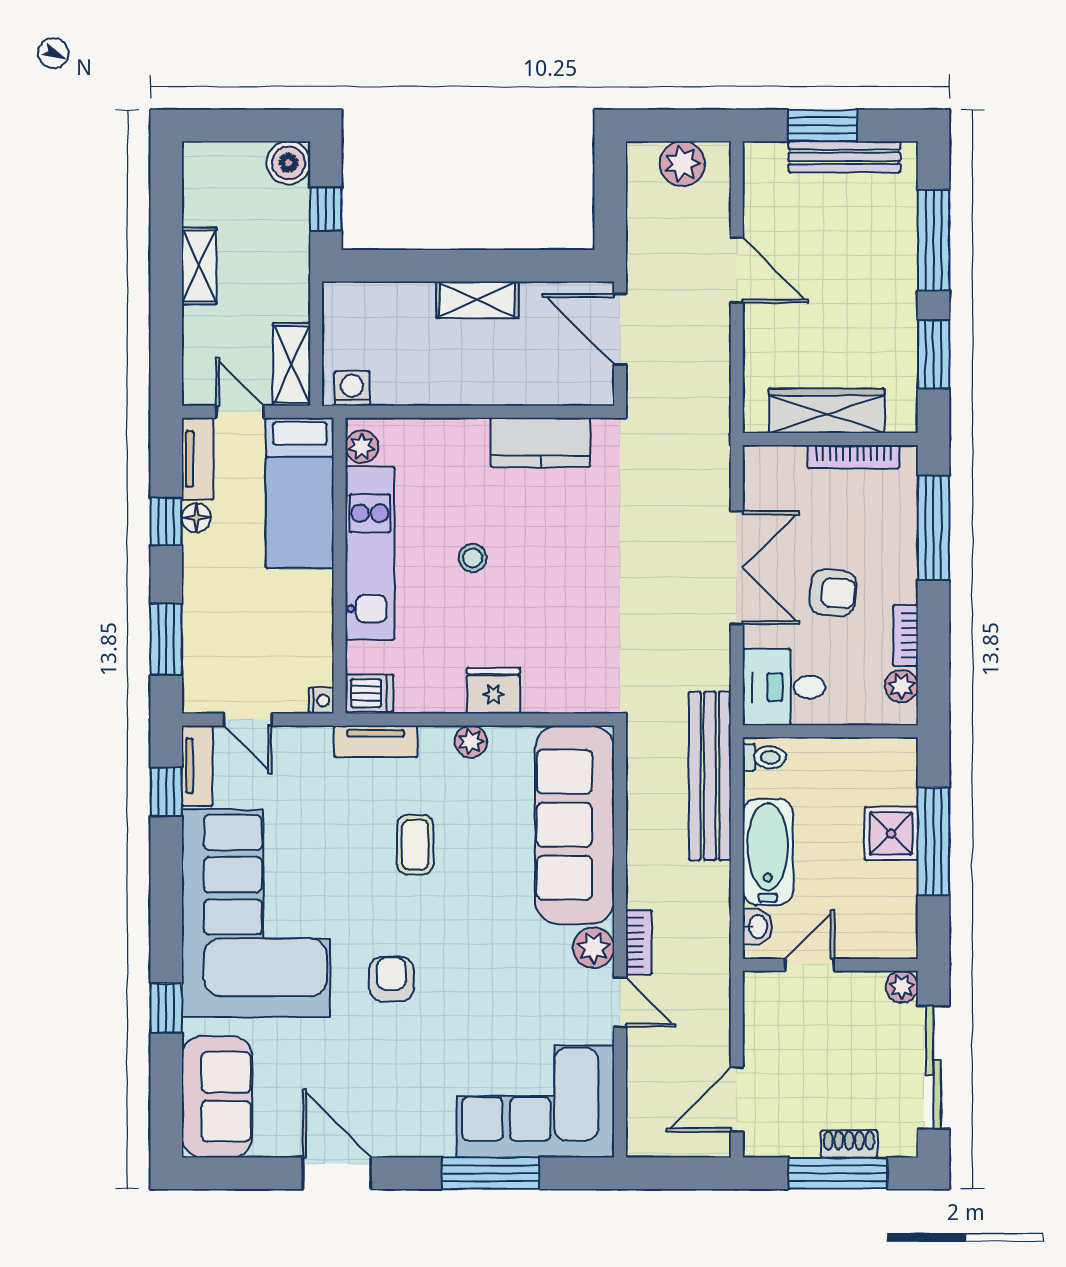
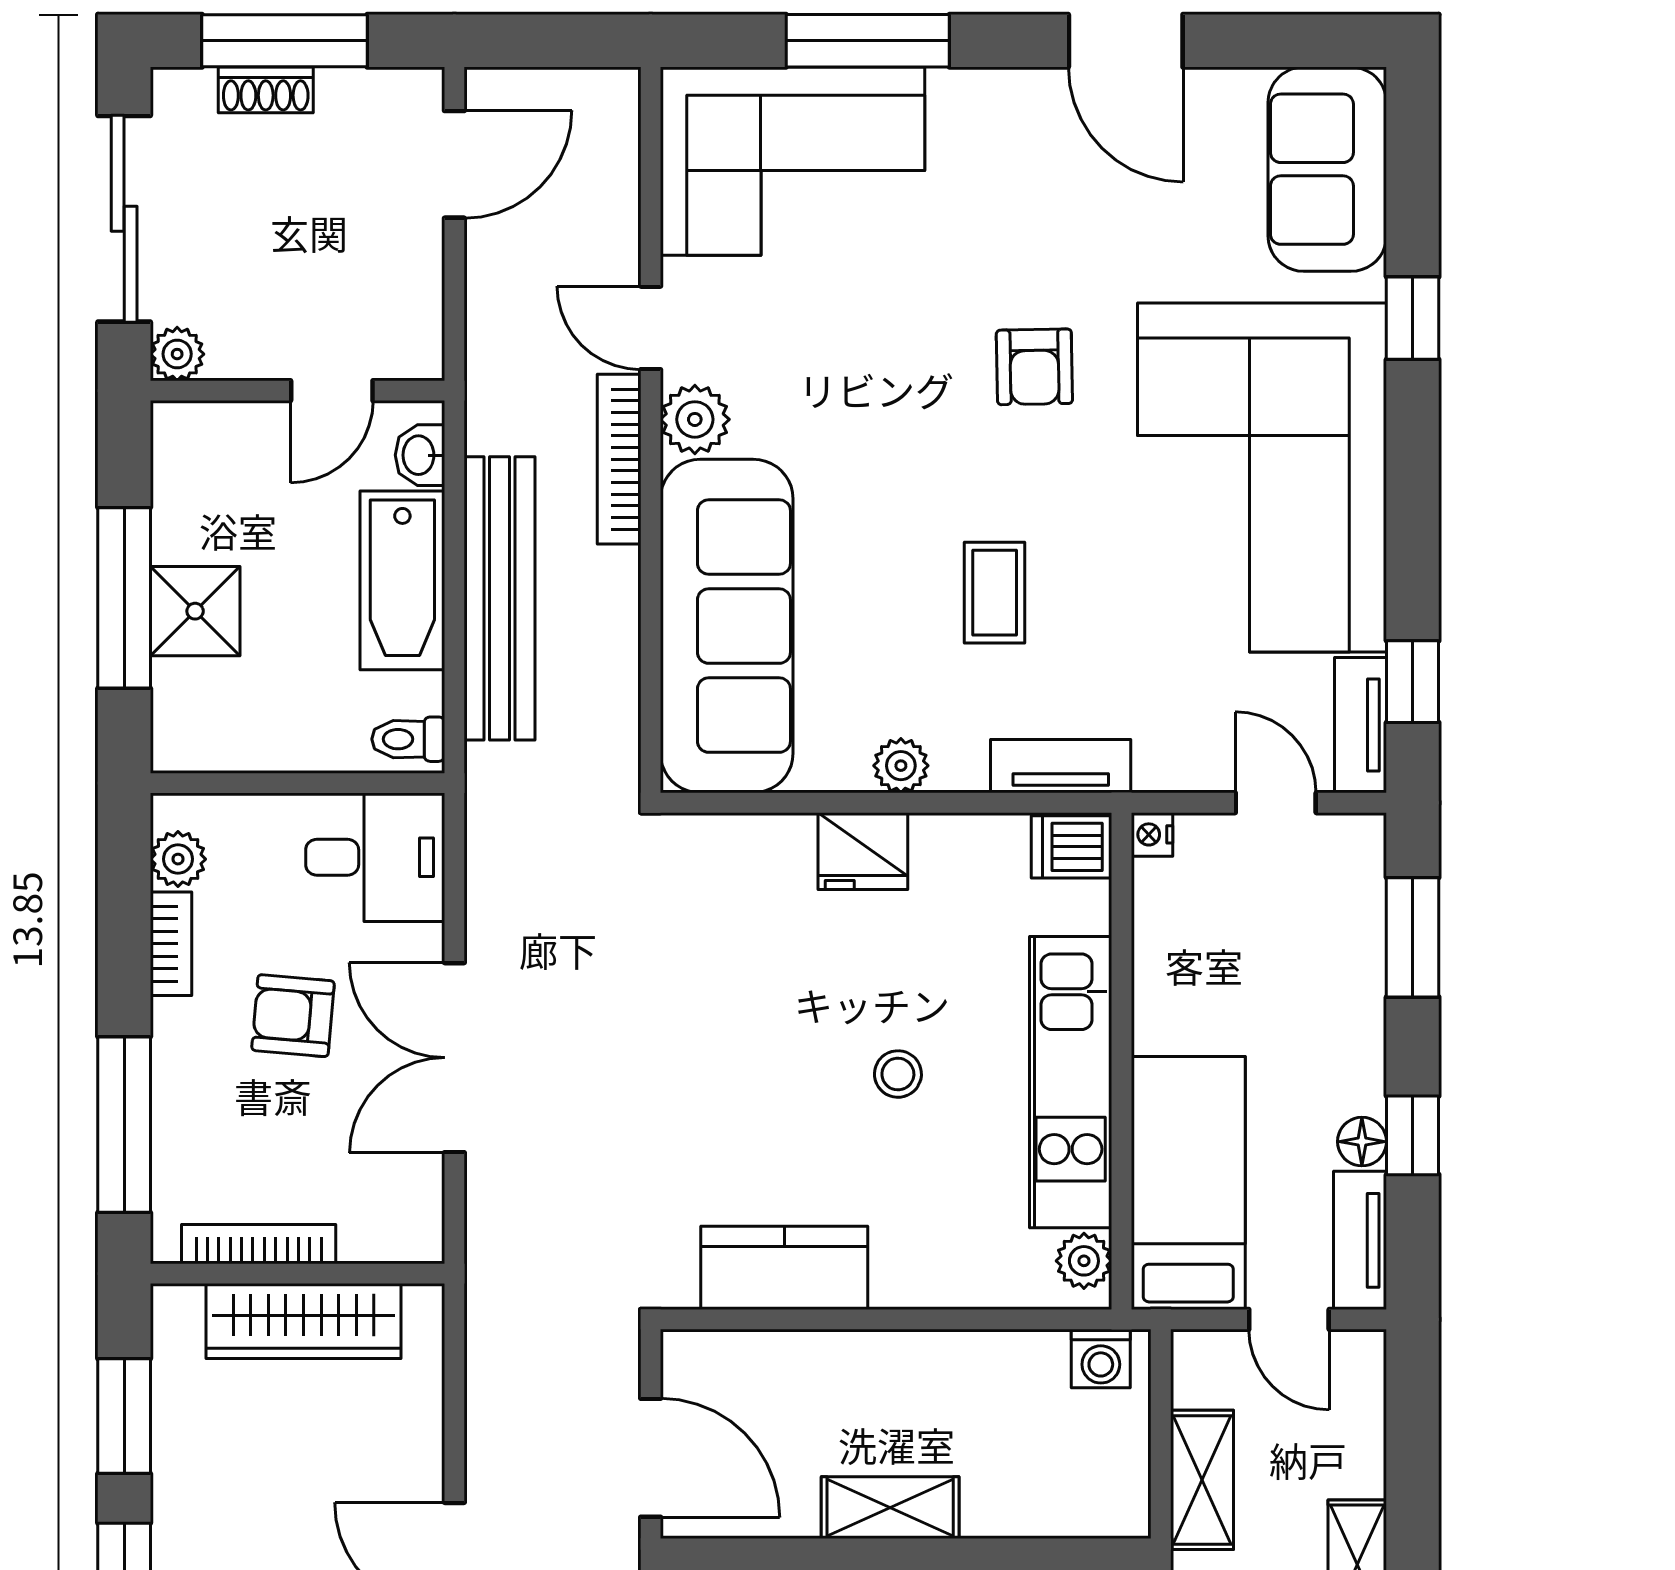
shelving: (292, 364) -> (1202, 1480), moved
bench: (710, 776) -> (499, 598), moved
bookcase: (639, 942) -> (619, 459), width x1.56

